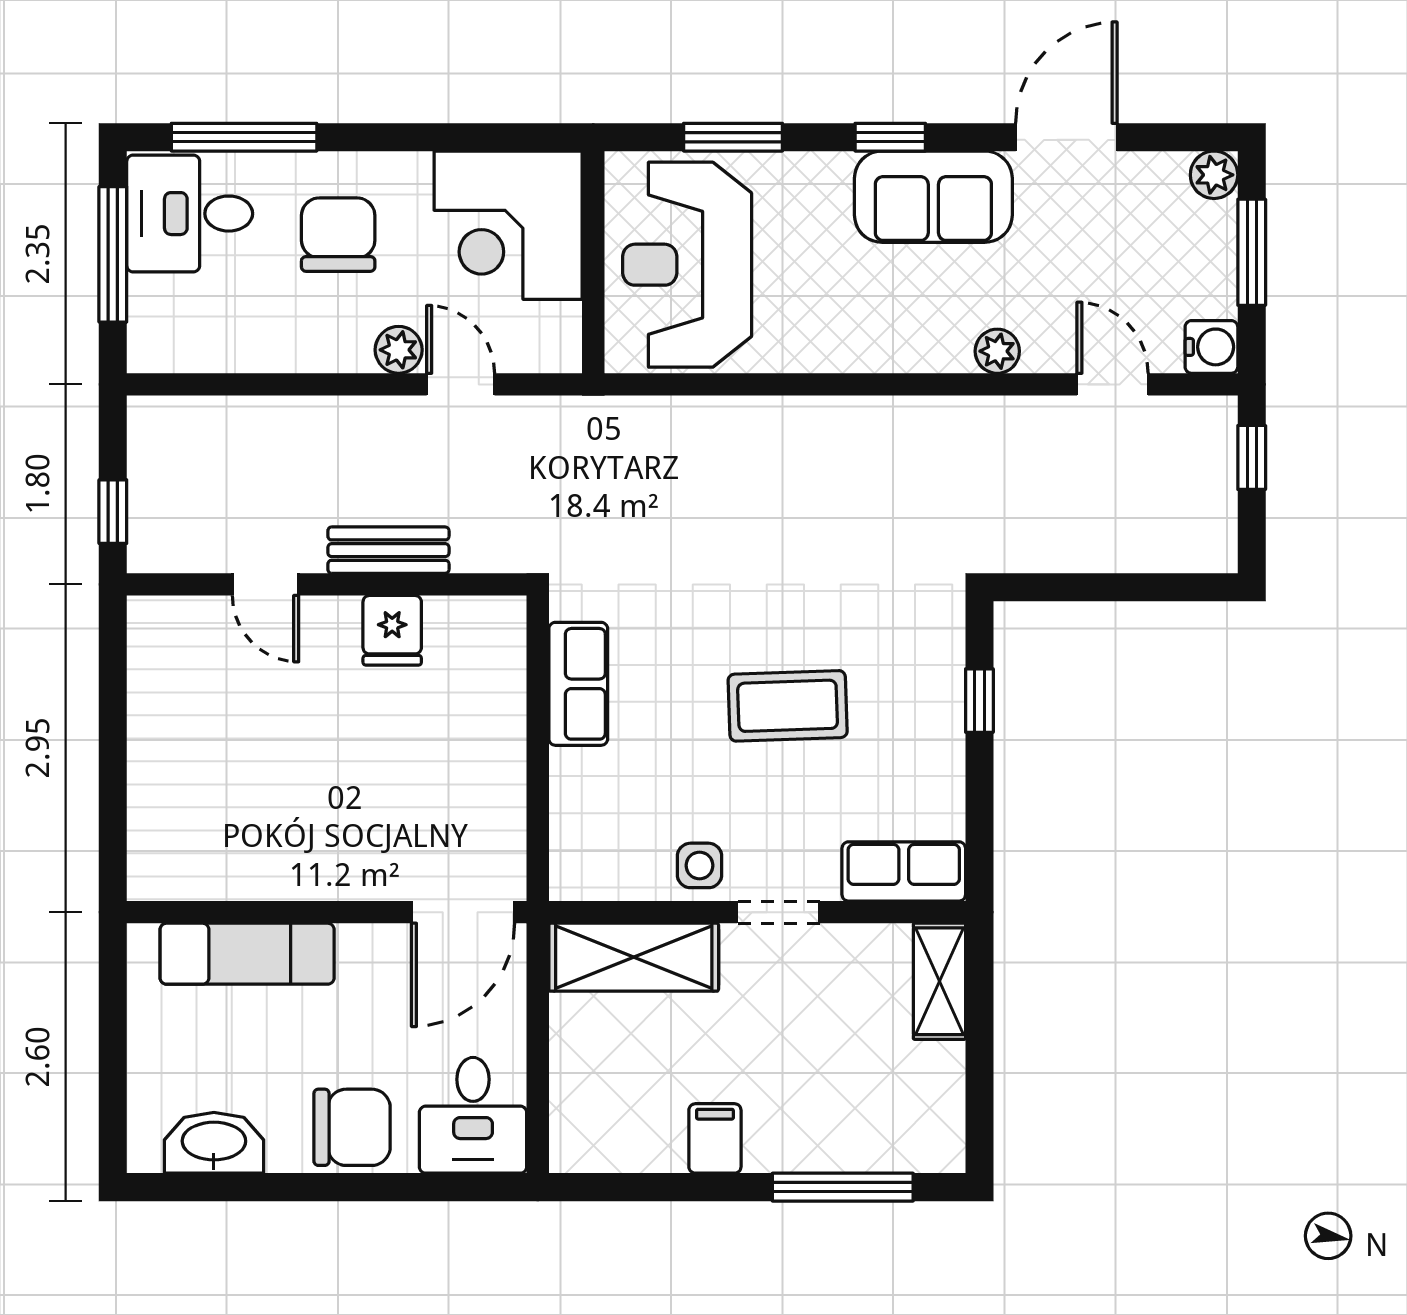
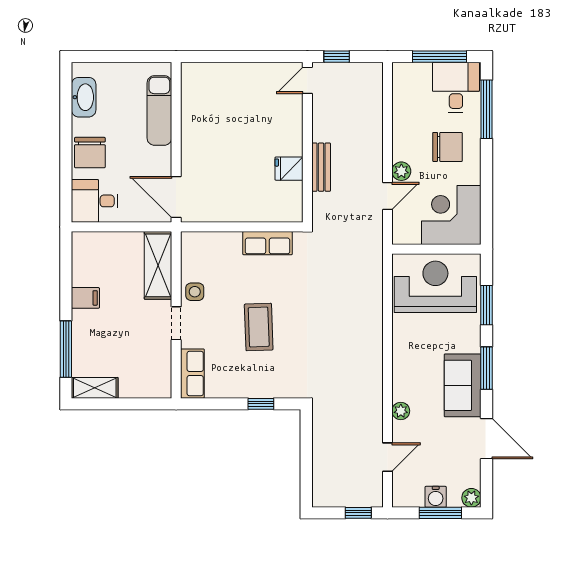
window: (890, 137) -> (486, 368), width x1.50
water cooler: (1211, 347) -> (436, 497), moved
door: (266, 584) -> (307, 80), moved
shelving: (939, 981) -> (95, 388), moved

